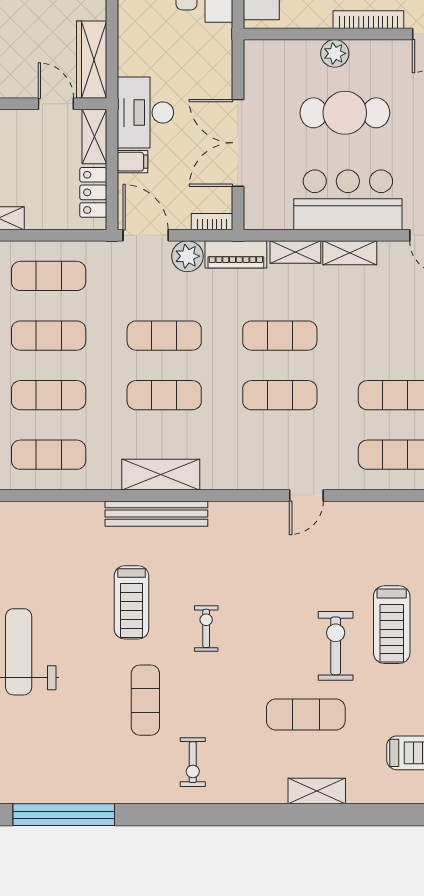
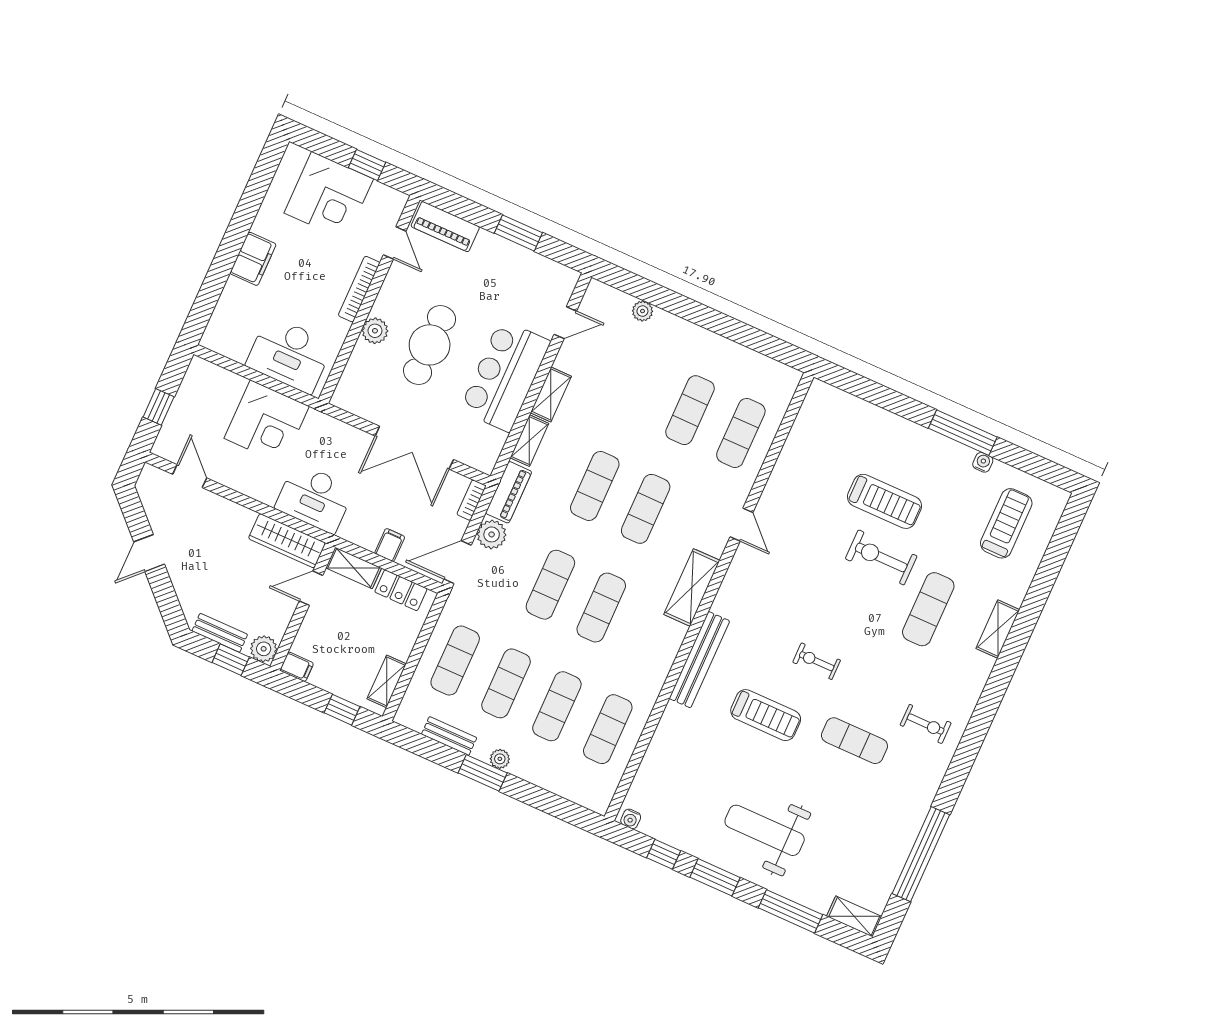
desk: (145, 113) -> (315, 498), moved
shelving: (161, 475) -> (692, 587), moved

